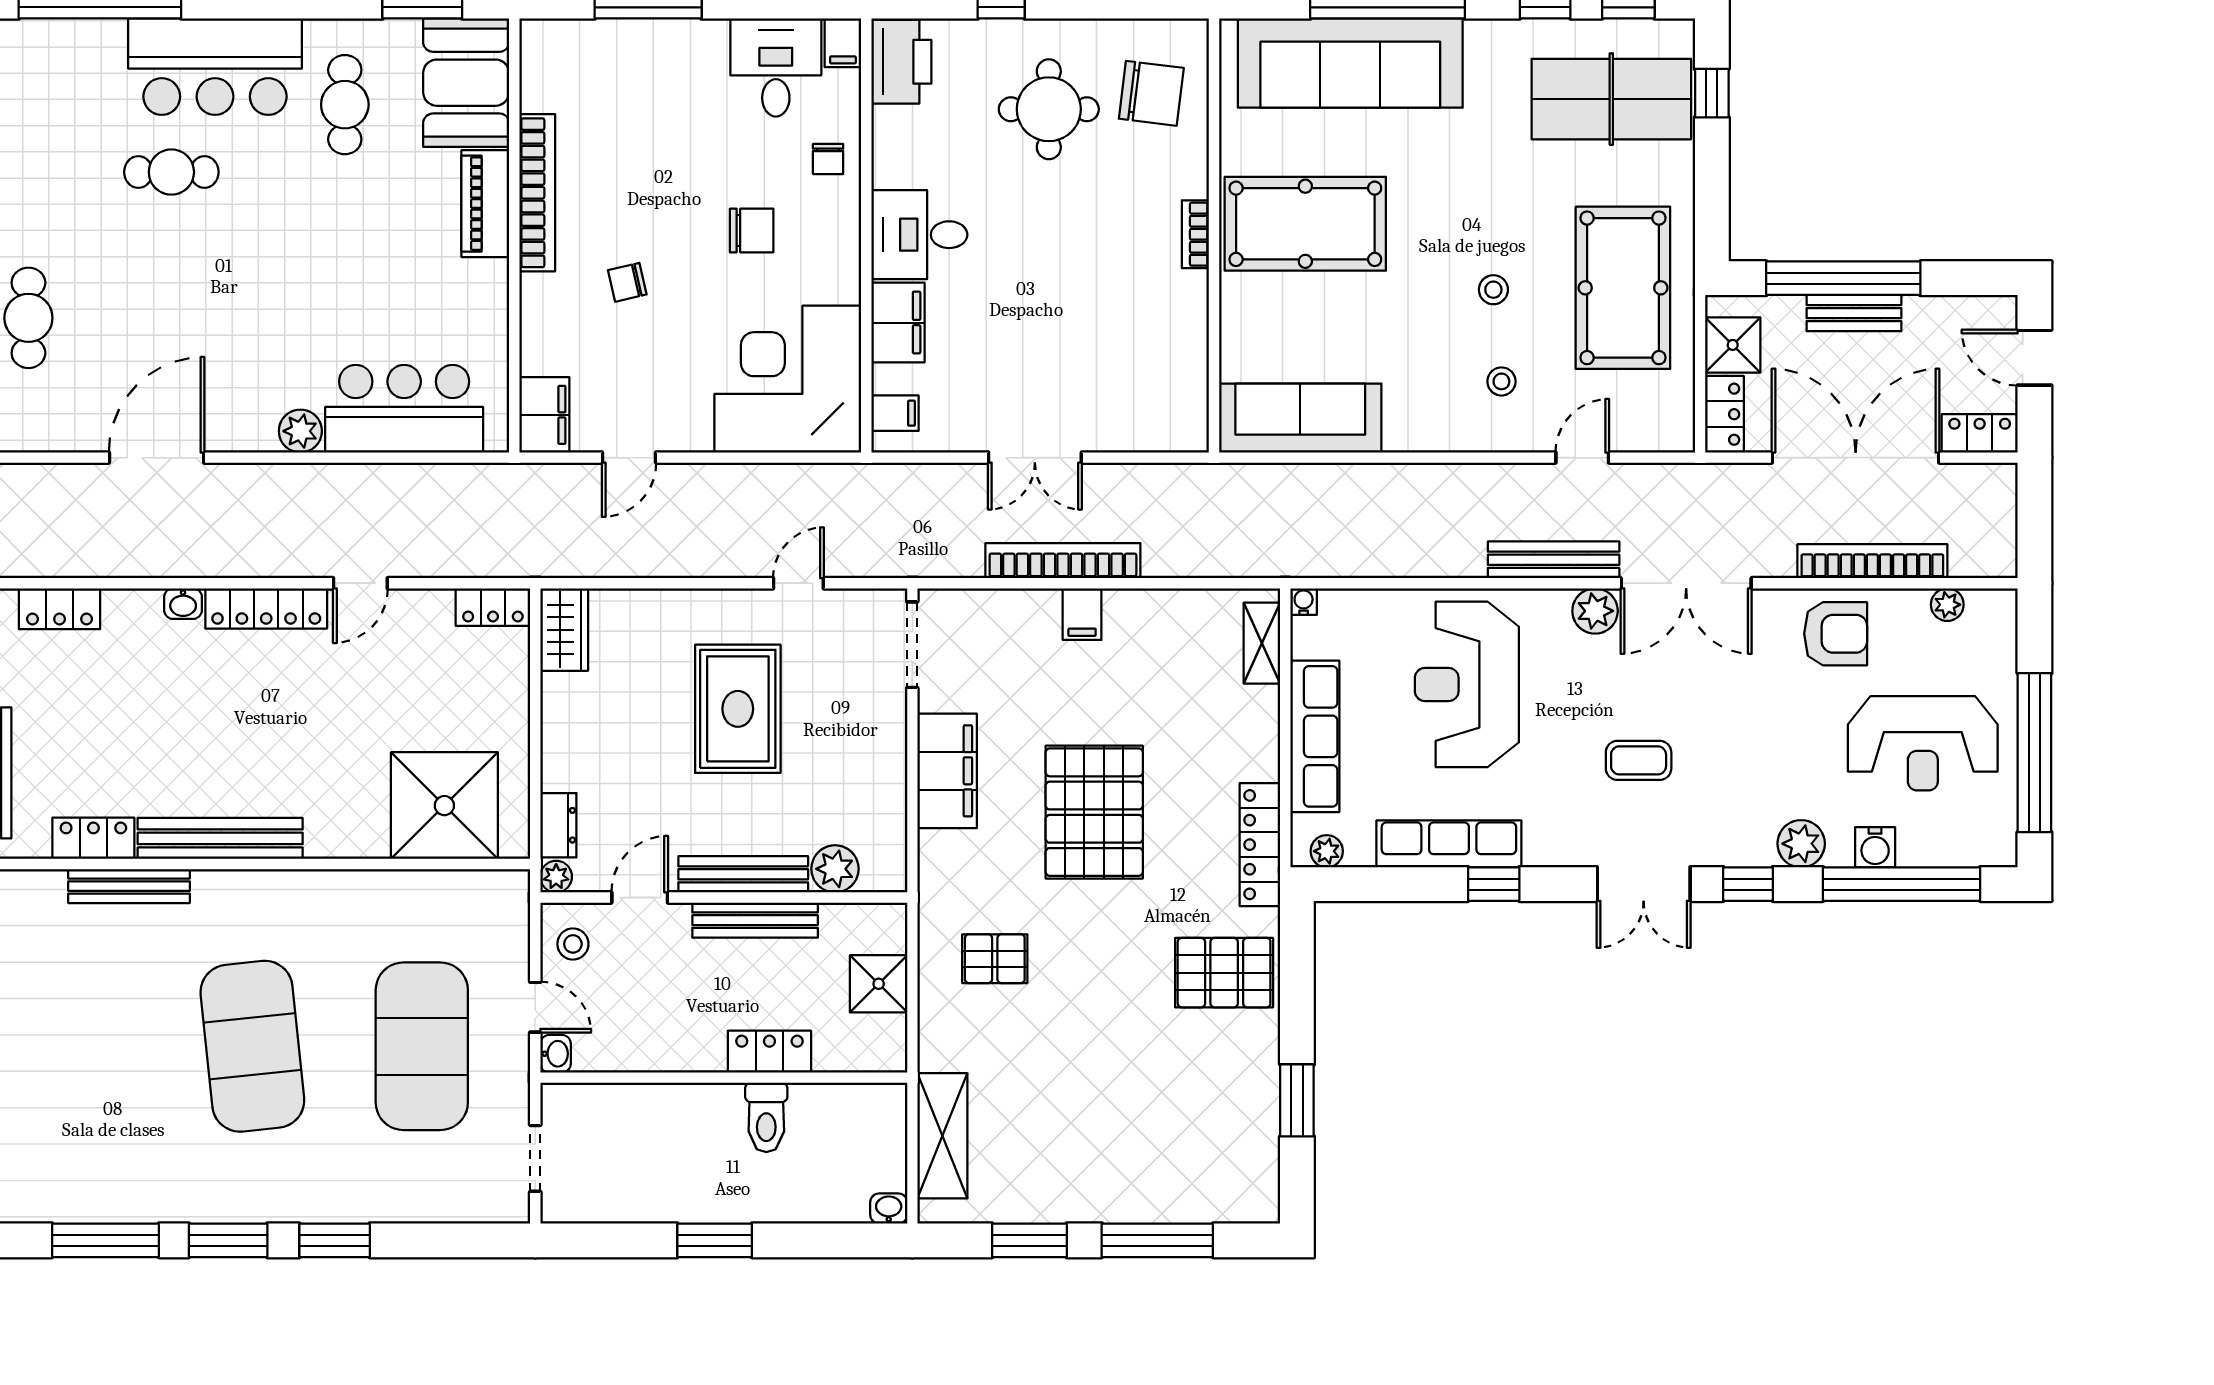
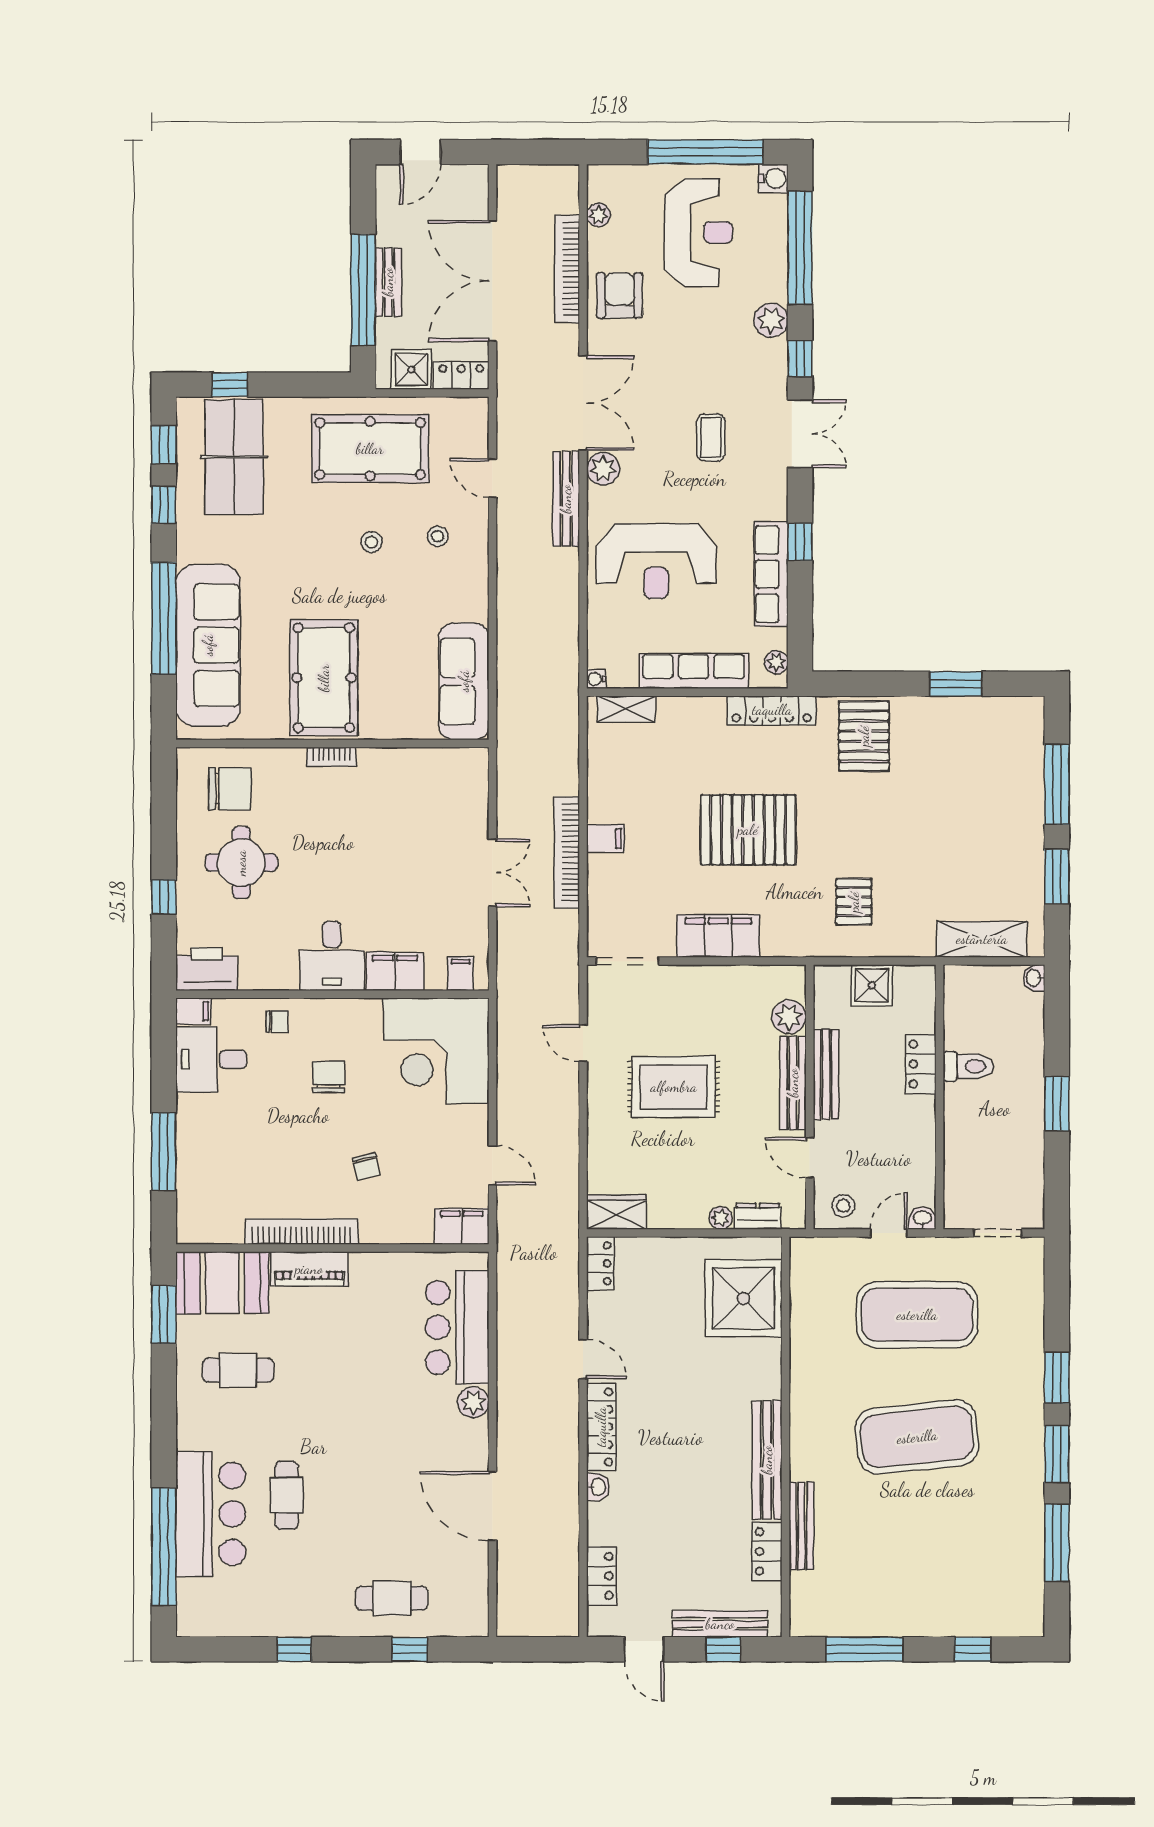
bar counter: (215, 67) -> (211, 1514), moved
chair: (1151, 93) -> (230, 789), turned 83
locker: (1980, 433) -> (475, 191), removed
water cooler: (1875, 847) -> (773, 179), moved
plant: (556, 877) -> (721, 1218), moved

